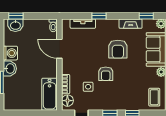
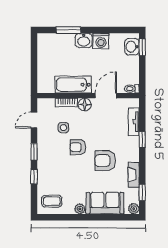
bathtub: (50, 94) -> (73, 85), moved
floor lamp: (67, 101) -> (85, 105), moved

